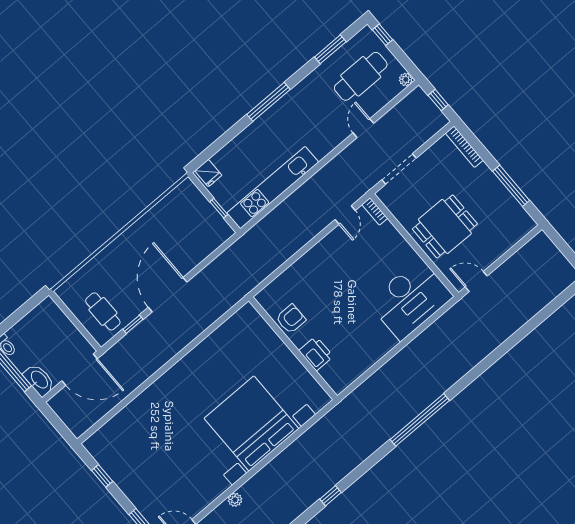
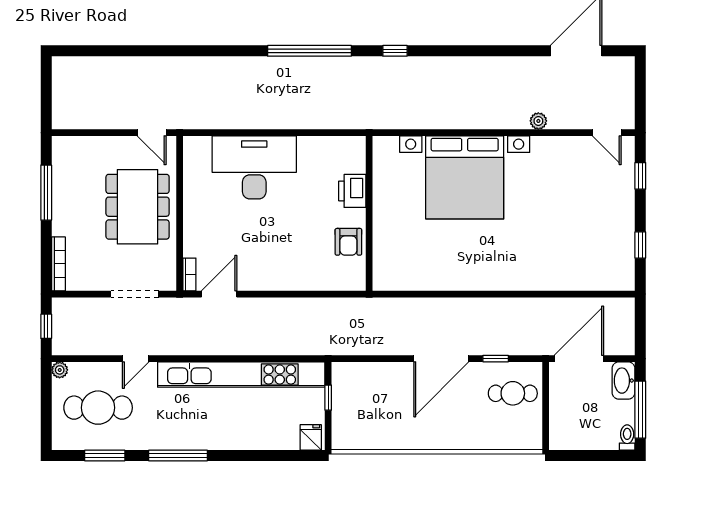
window: (383, 35) -> (46, 428), removed
window: (269, 102) -> (178, 456), moved
kitchen unit: (273, 188) -> (241, 375), width x1.36
door: (345, 215) -> (219, 294), width x1.38
dining table: (445, 226) -> (138, 207), width x1.38
desk: (410, 299) -> (254, 167), moved
cafe table: (103, 311) -> (513, 393), turned 90
armchair: (291, 319) -> (348, 242), turned -90
door: (80, 370) -> (579, 359), hinge flipped
window: (331, 496) -> (395, 51), moved

